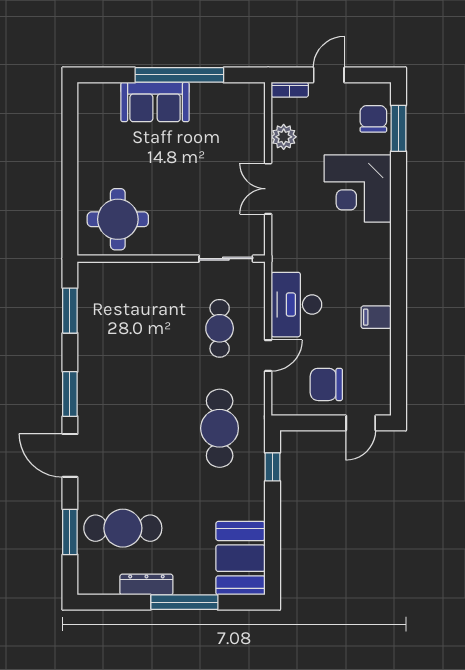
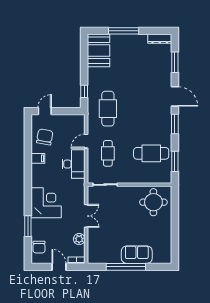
door: (329, 75) -> (59, 267), swing flipped
window: (399, 128) -> (28, 226), moved
corner desk: (358, 189) -> (46, 203), moved
chair: (326, 384) -> (45, 137), moved, turned -80
cafe table: (123, 528) -> (151, 153), moved
dresser: (146, 585) -> (160, 39), moved

